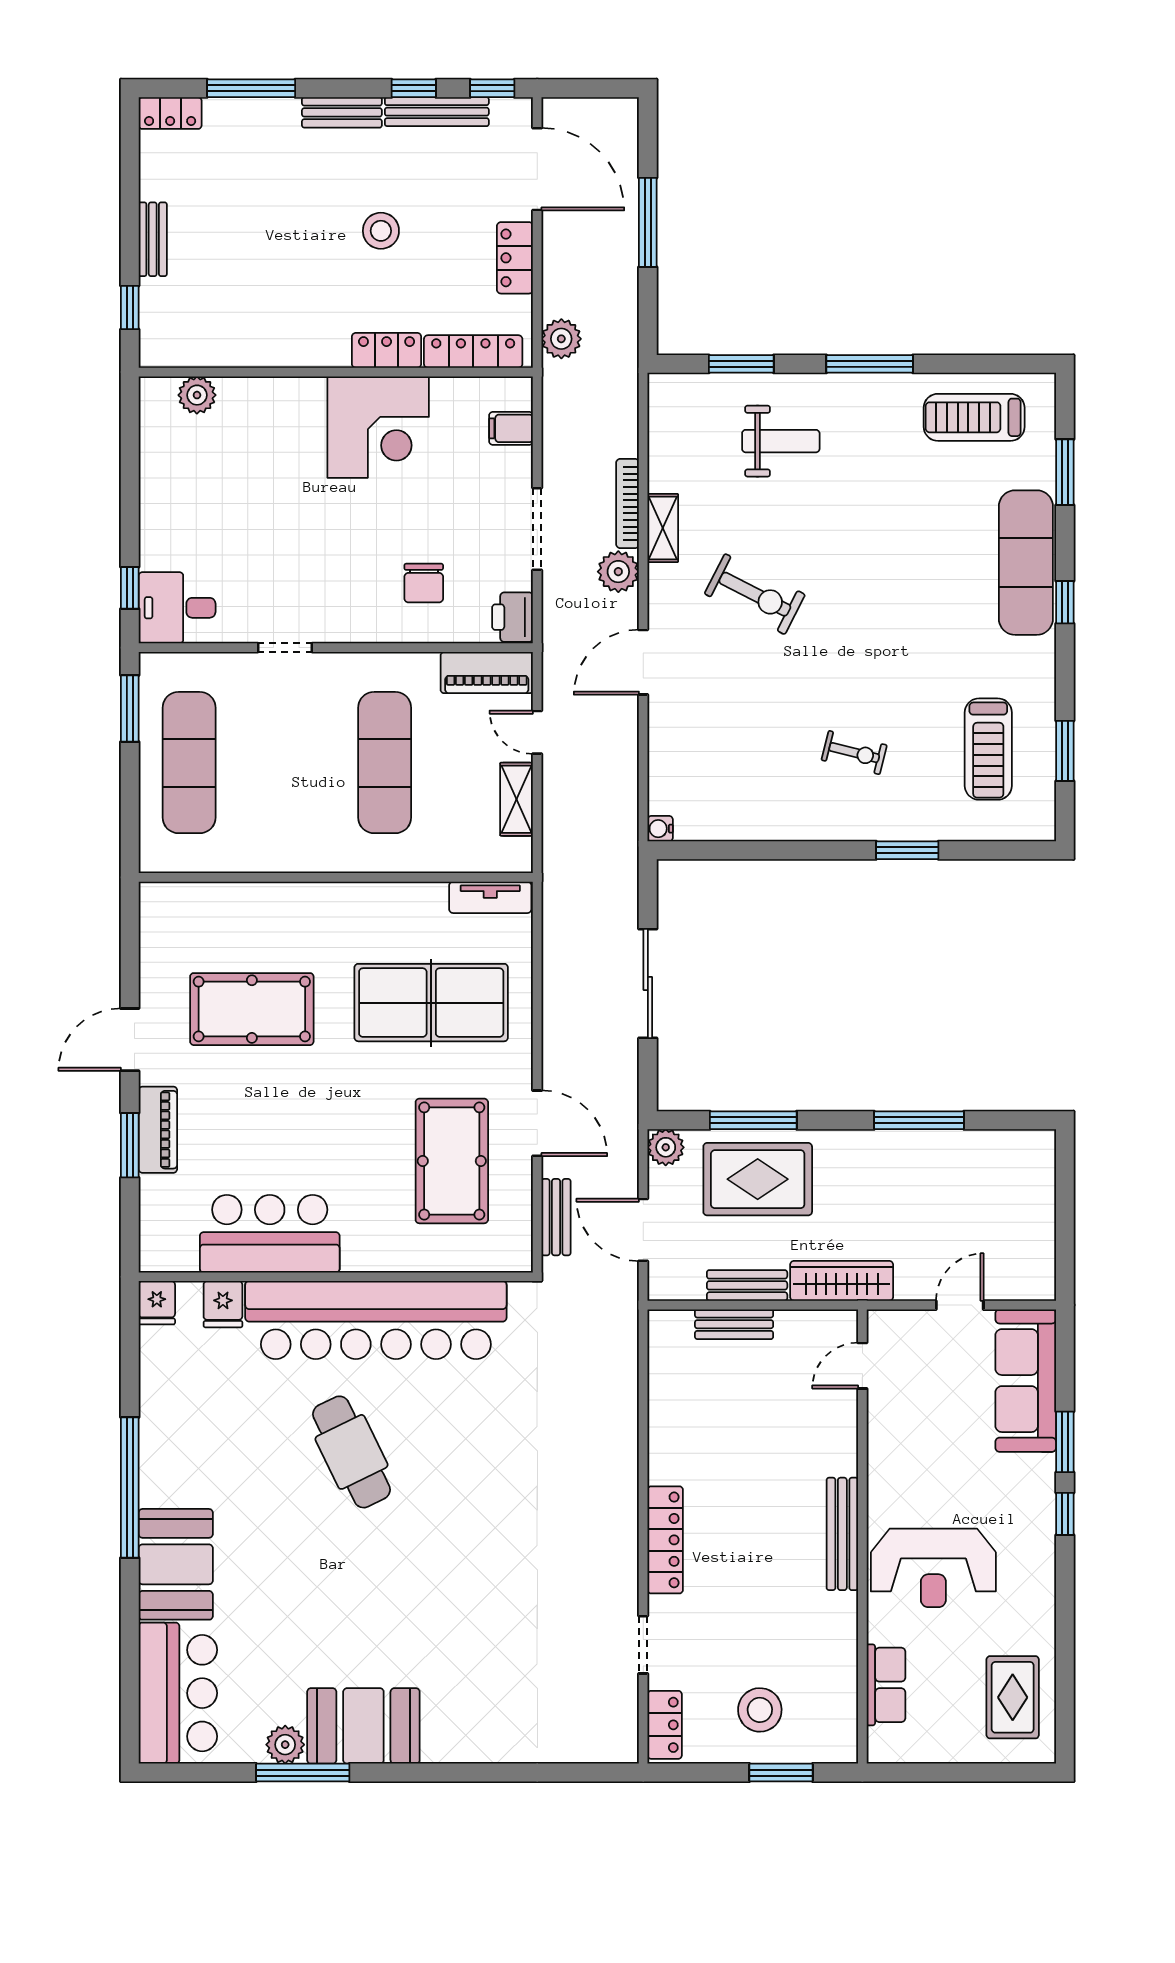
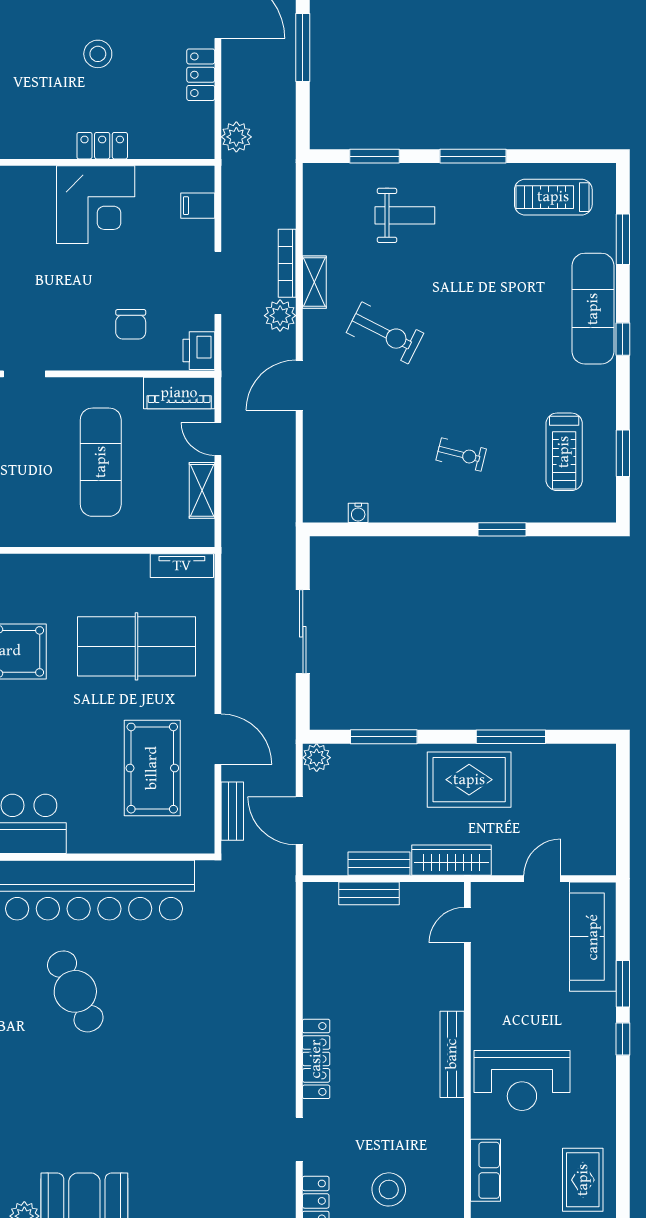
locker: (473, 351) -> (169, 147), removed
water cooler: (660, 829) -> (358, 513), moved, turned -90
rug: (758, 1179) -> (469, 780), moved

